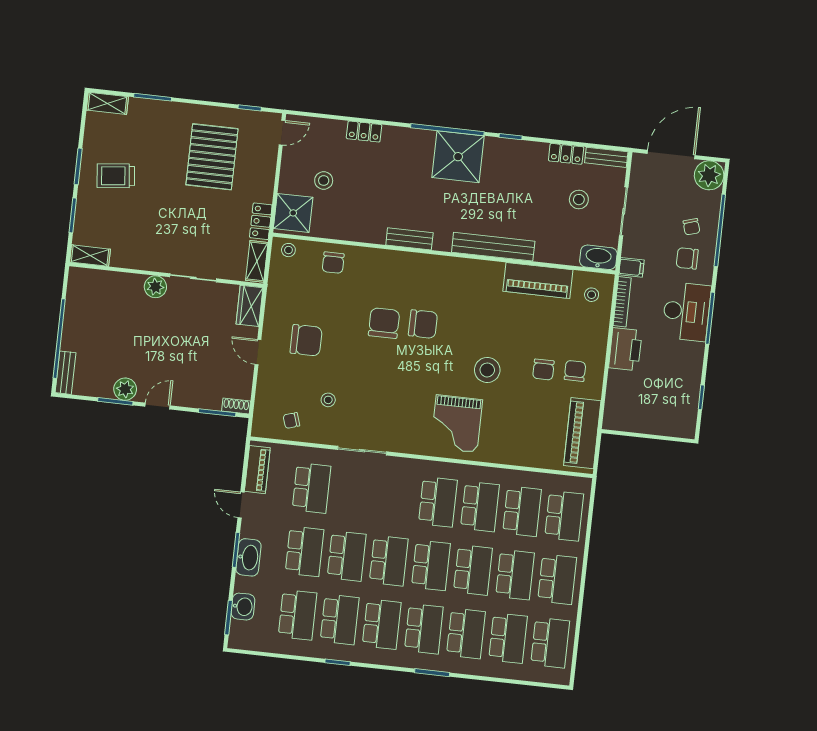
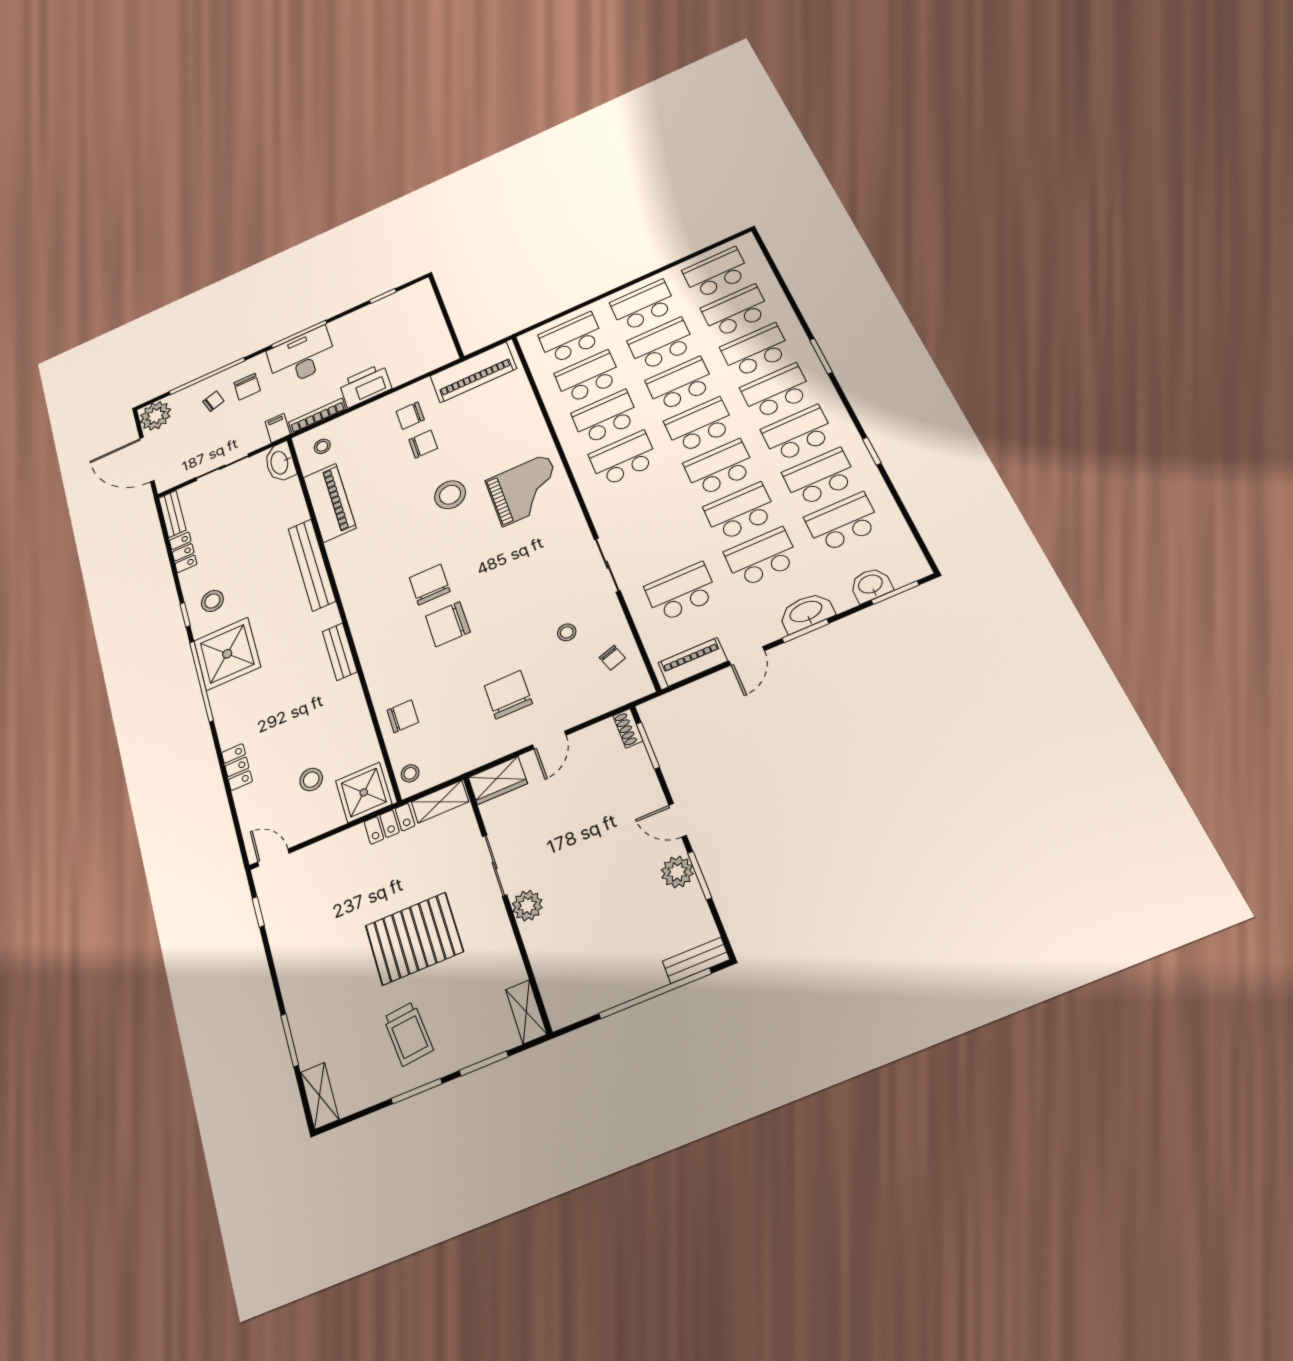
pallet: (212, 157) -> (414, 939), moved
stool: (579, 200) -> (212, 601), moved

